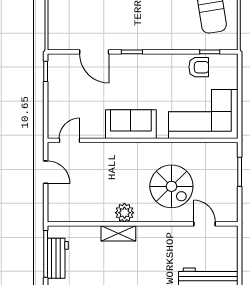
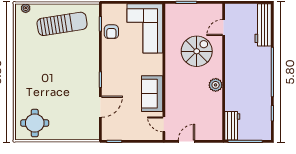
armchair: (199, 67) -> (111, 32), turned 180
sofa: (131, 124) -> (152, 94), moved
shelving: (118, 233) -> (230, 89), removed
workbench: (58, 258) -> (232, 126), moved, turned 90

